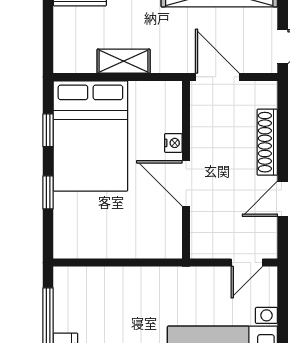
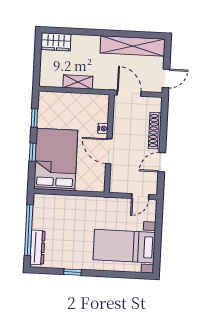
bed: (90, 136) -> (56, 160), moved, turned 180

